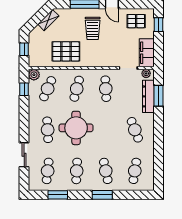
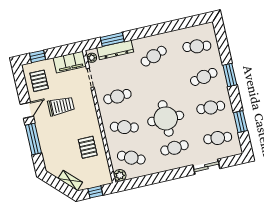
shelving: (48, 20) -> (70, 180), moved
trolley: (93, 28) -> (61, 106), moved
pallet: (66, 51) -> (88, 147), width x0.67, depth x0.71
window: (24, 89) -> (138, 182), removed

